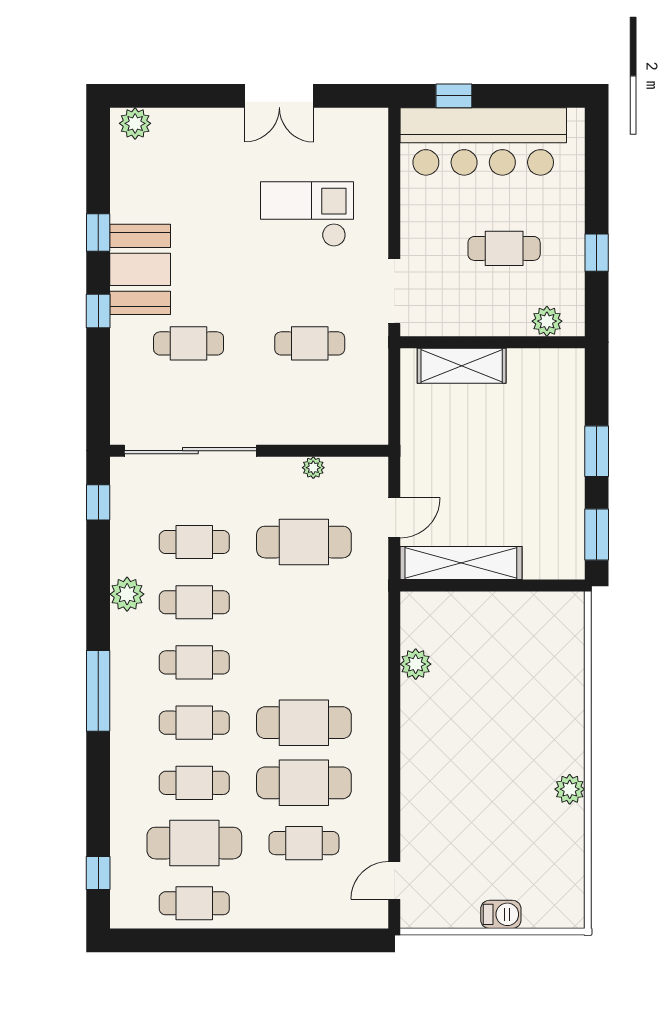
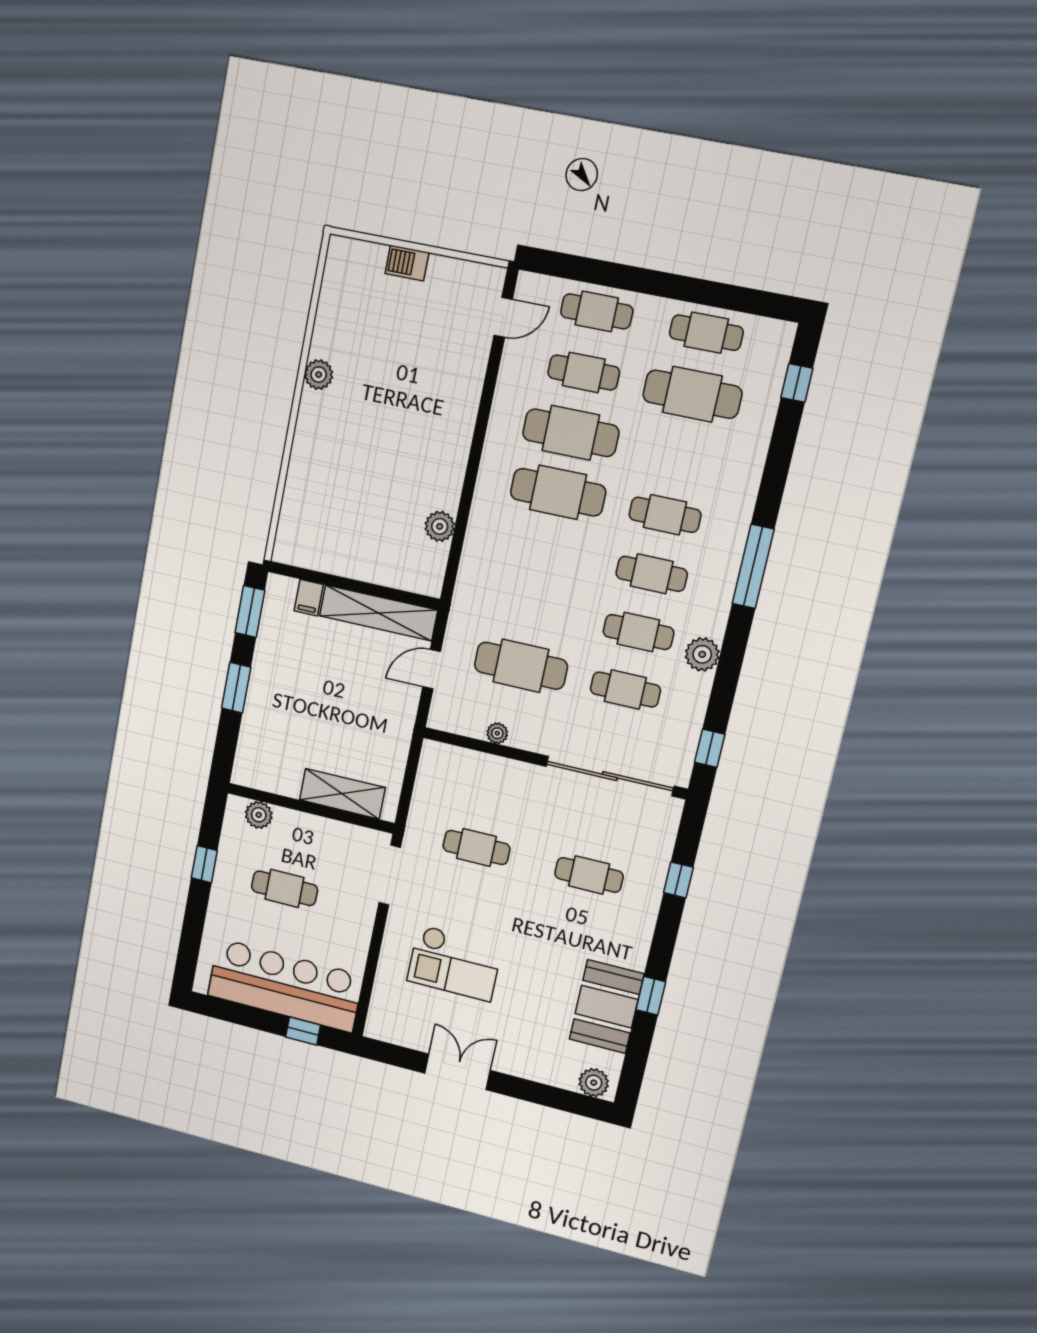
booth: (140, 269) -> (607, 1007), moved
window: (98, 311) -> (678, 880), moved
filing cabinet: (537, 563) -> (309, 598), added
cafe table: (194, 783) -> (597, 311), moved

